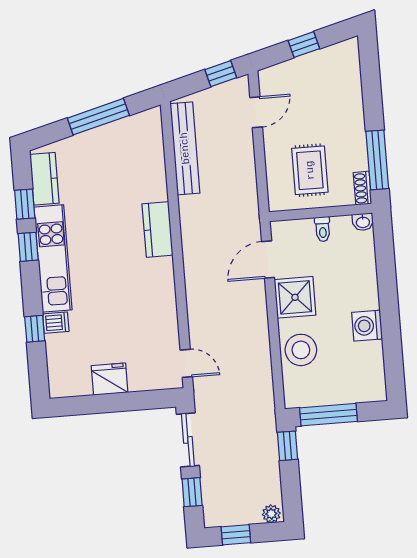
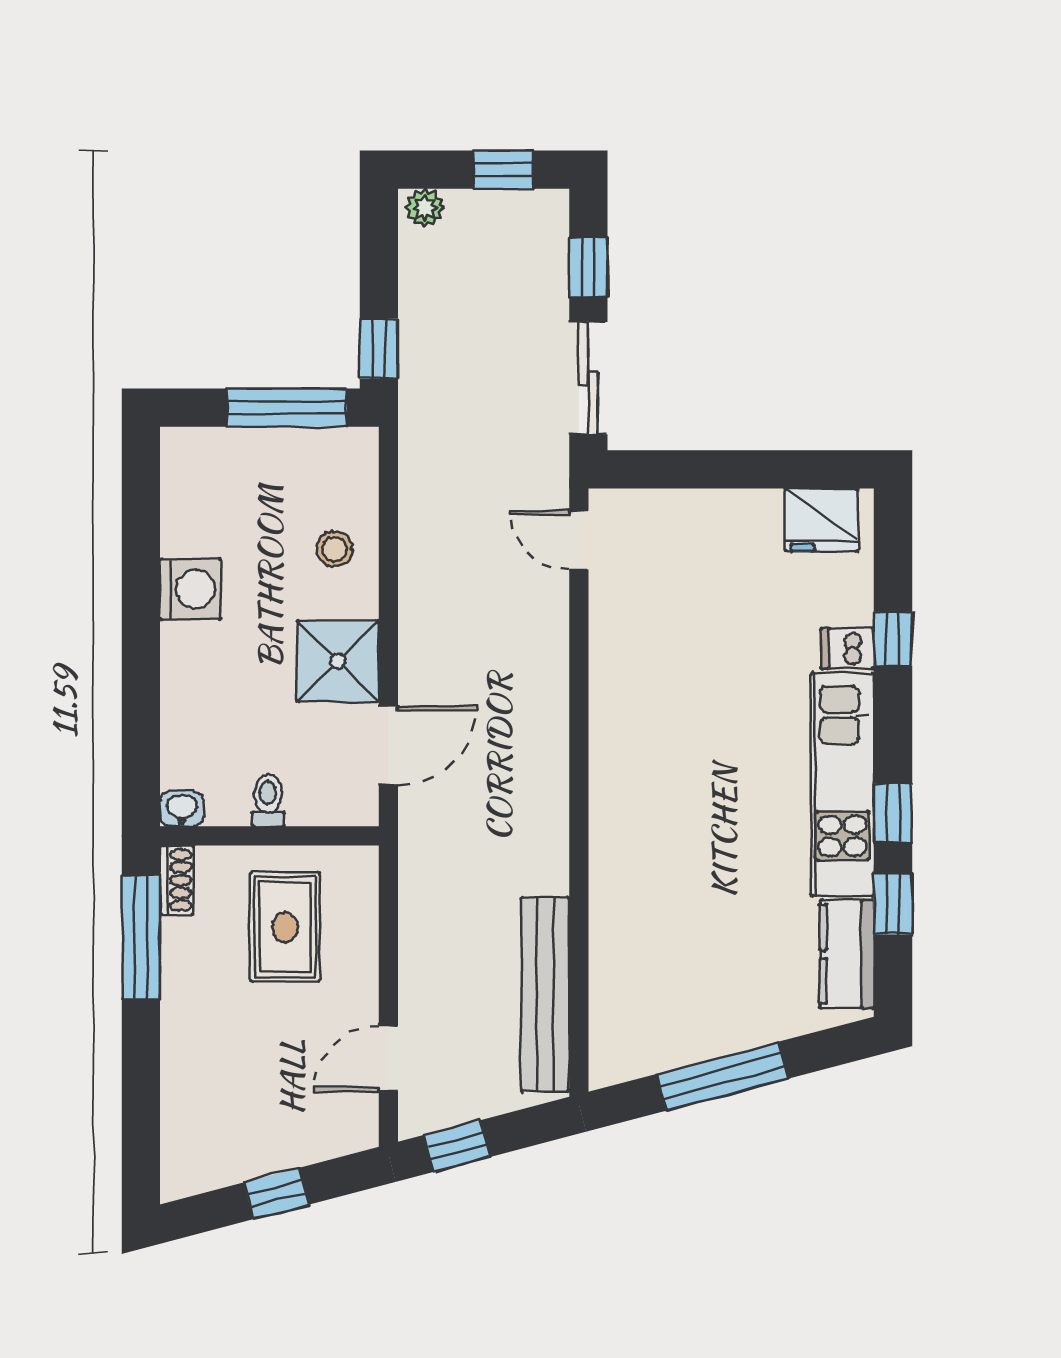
kitchen counter: (157, 229) -> (617, 828), removed
stool: (301, 350) -> (334, 549), width x0.53, depth x0.53
fridge: (110, 379) -> (822, 520), moved

